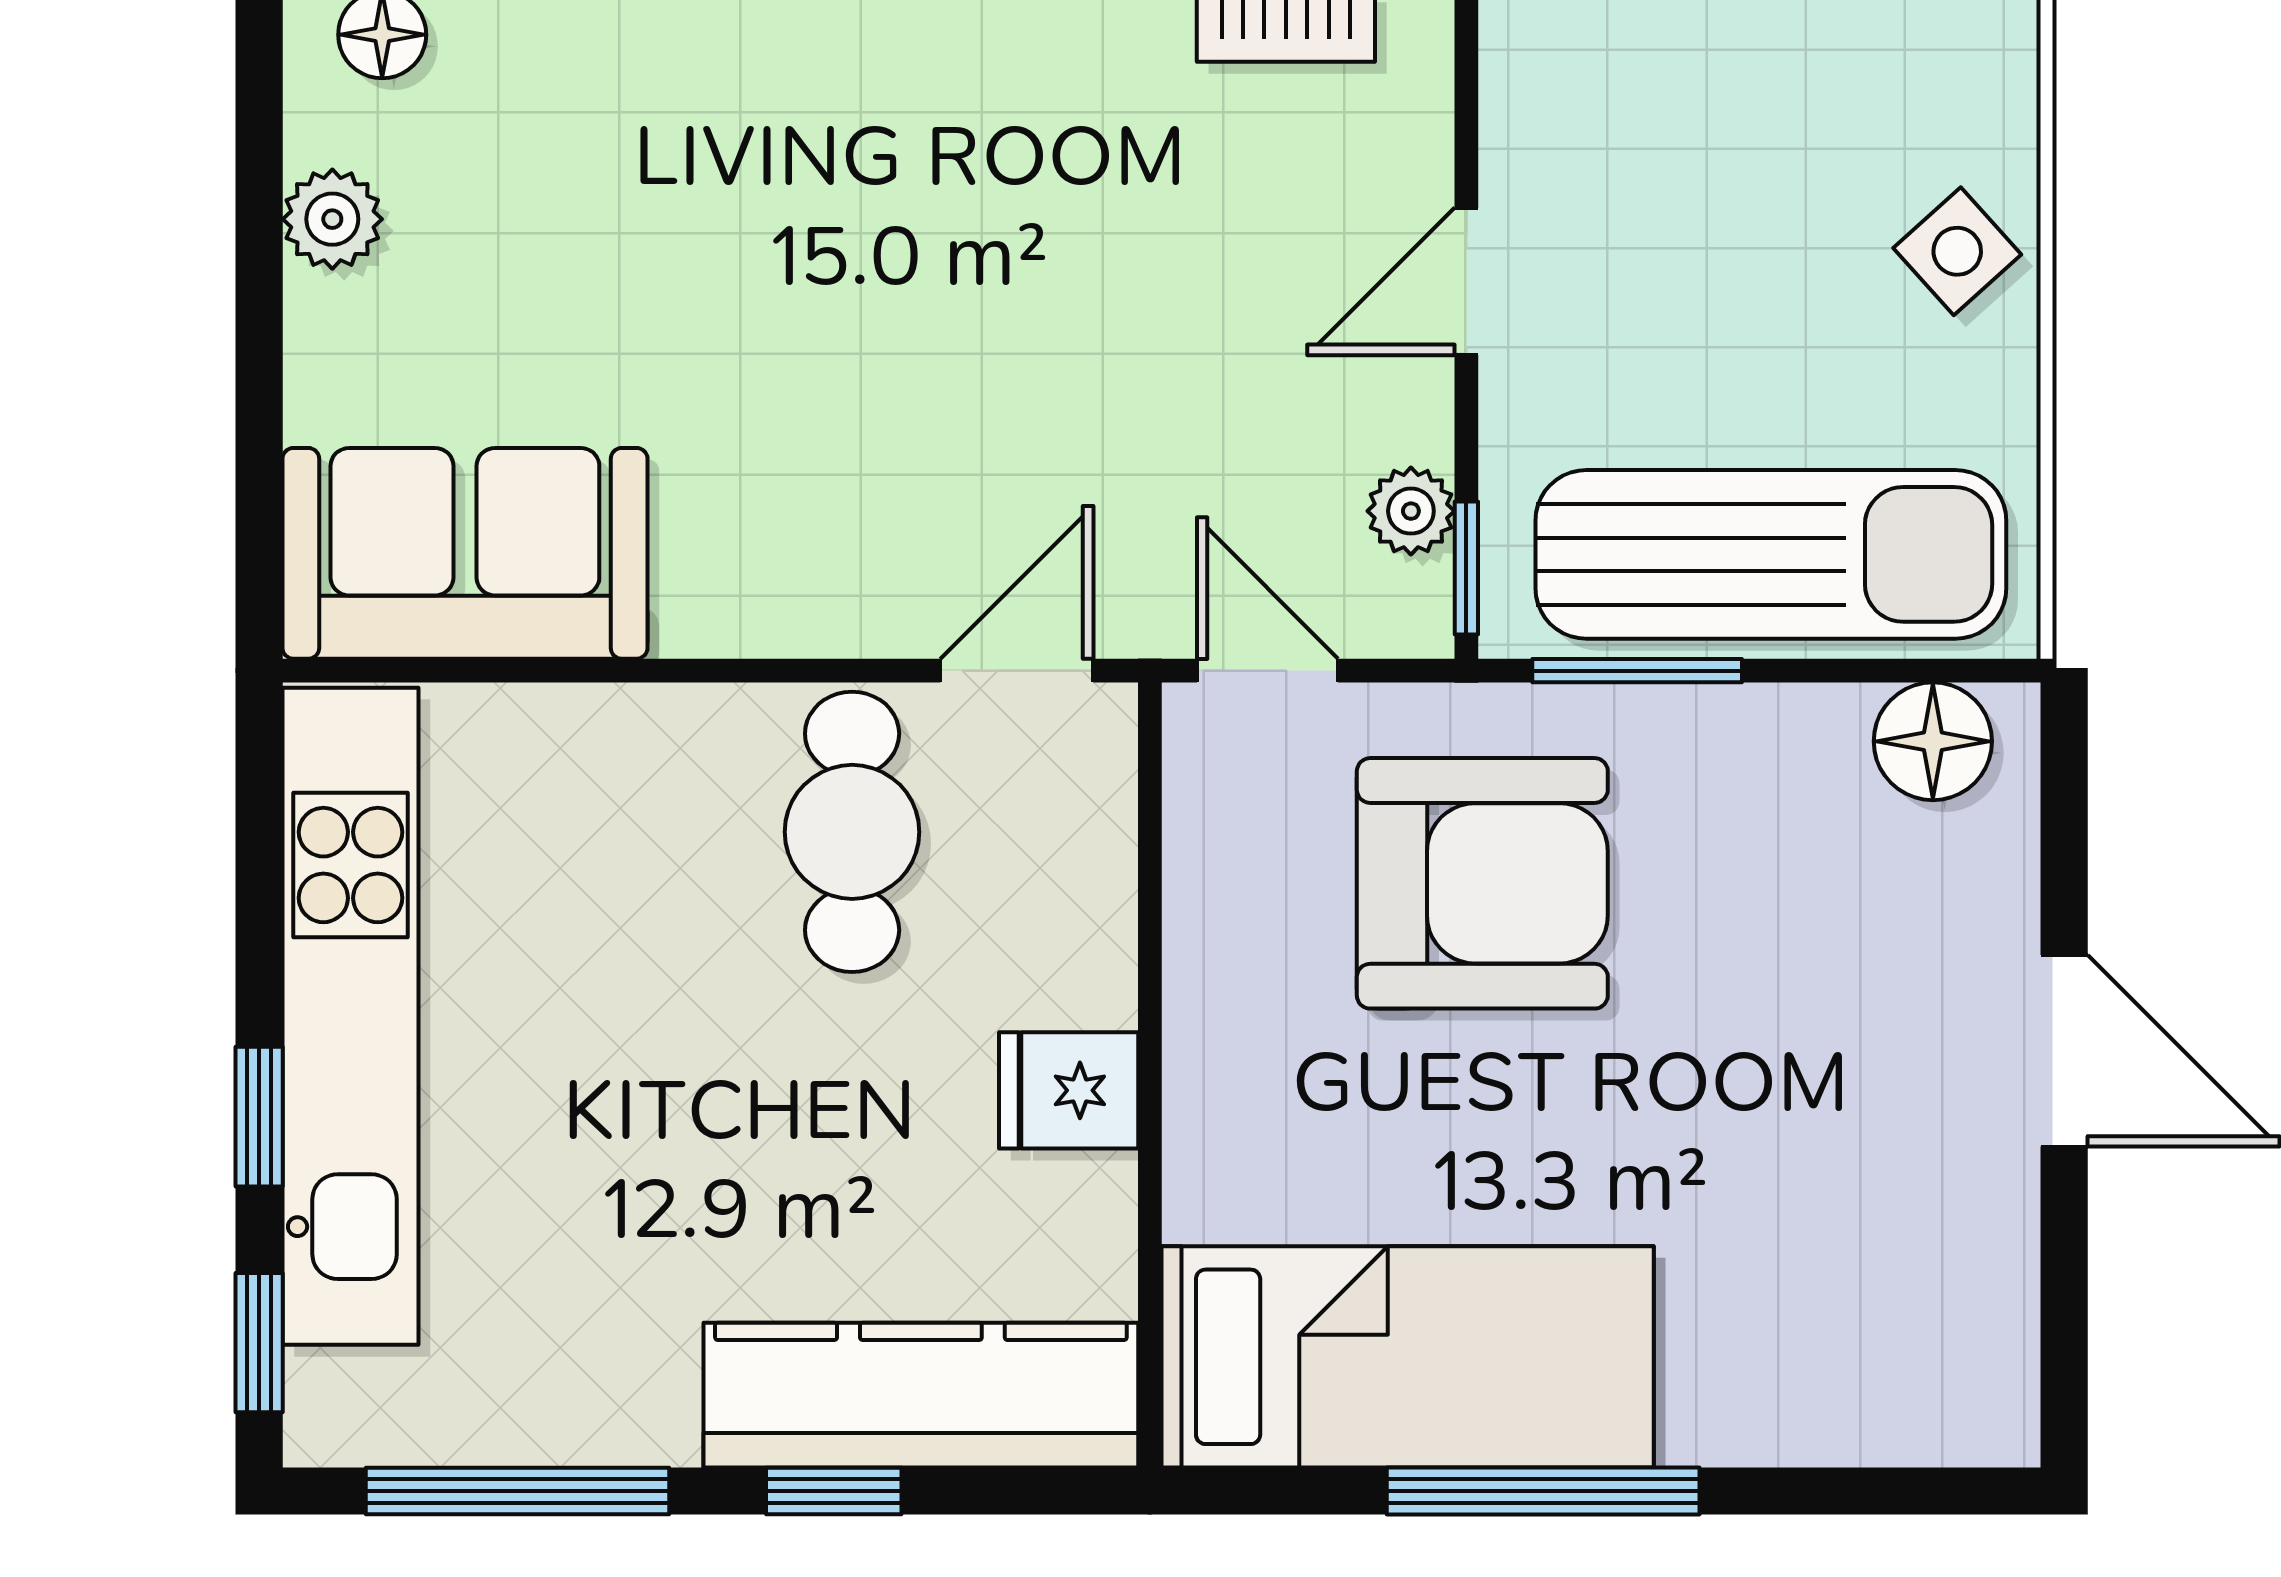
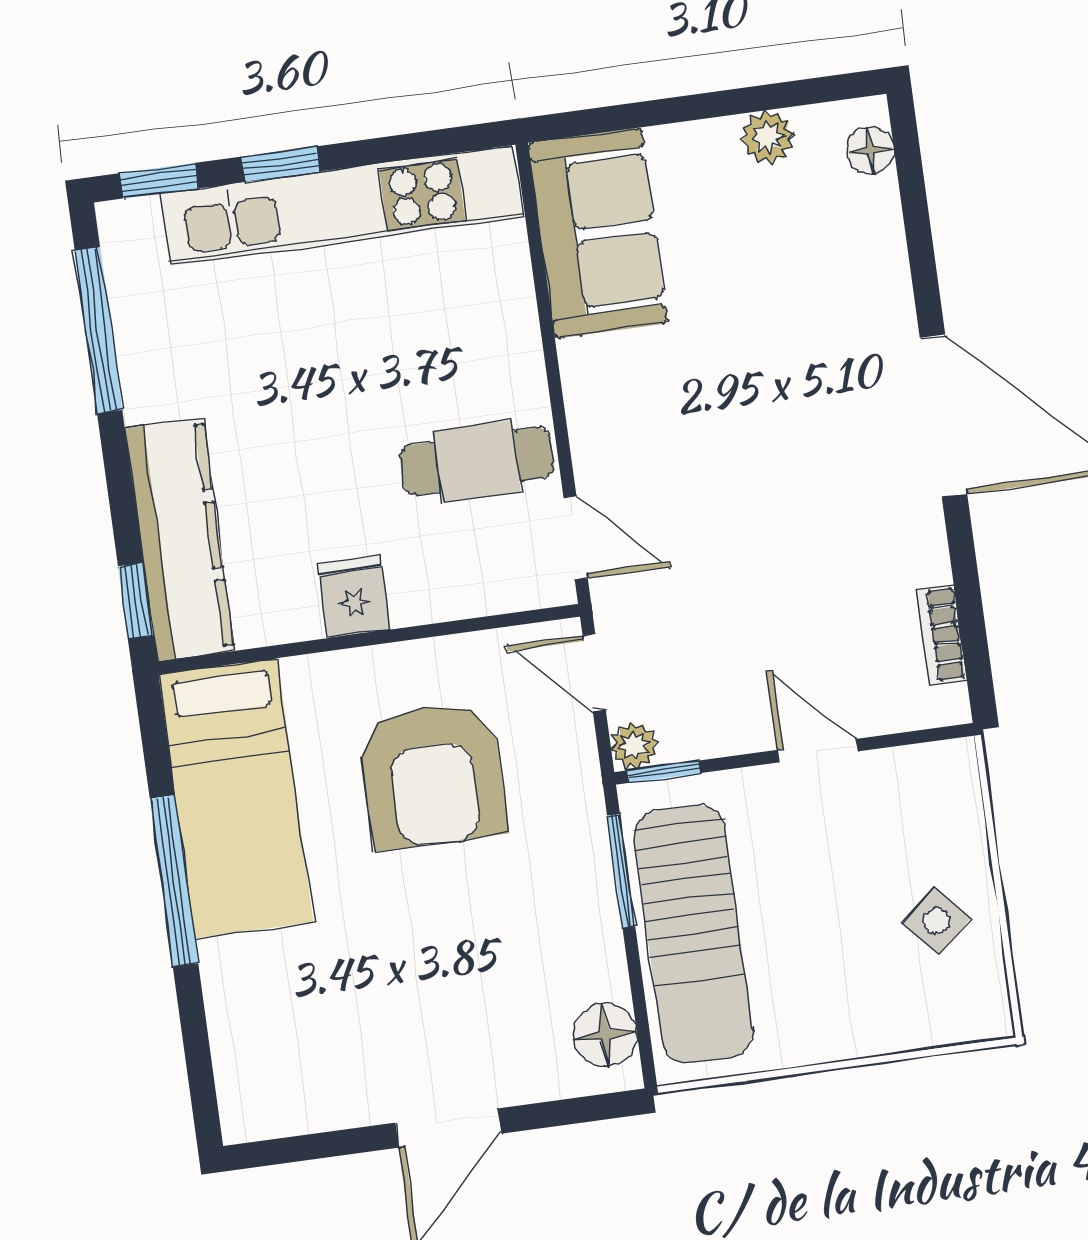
side table: (1957, 251) -> (936, 921), moved
plant: (1411, 511) -> (634, 745), moved
door: (1268, 671) -> (594, 673), swing flipped
armchair: (1482, 883) -> (433, 775), moved
window: (834, 1491) -> (136, 601), moved

